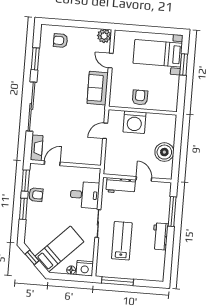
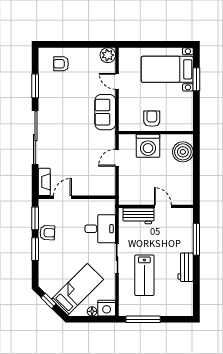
boiler: (164, 152) -> (183, 152), moved
lab bench: (122, 241) -> (144, 275), turned 180

